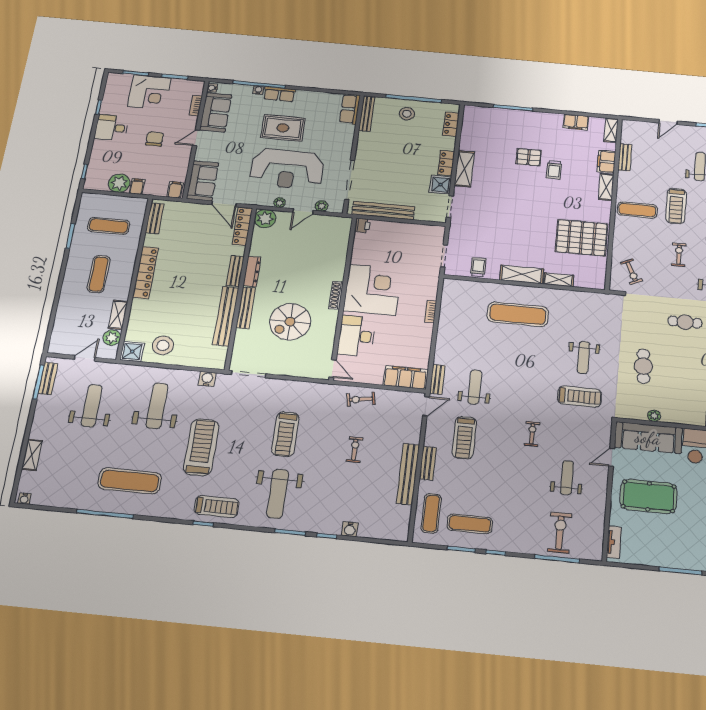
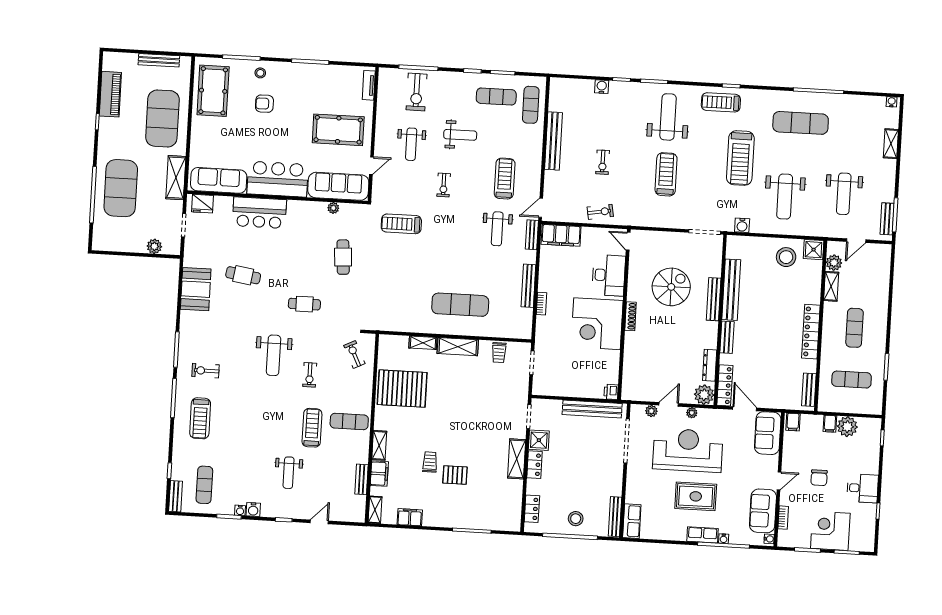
dresser: (252, 271) -> (710, 365), moved
weight bench: (584, 358) -> (460, 135), moved, turned 90
bench: (428, 463) -> (528, 286), moved, width x1.36

